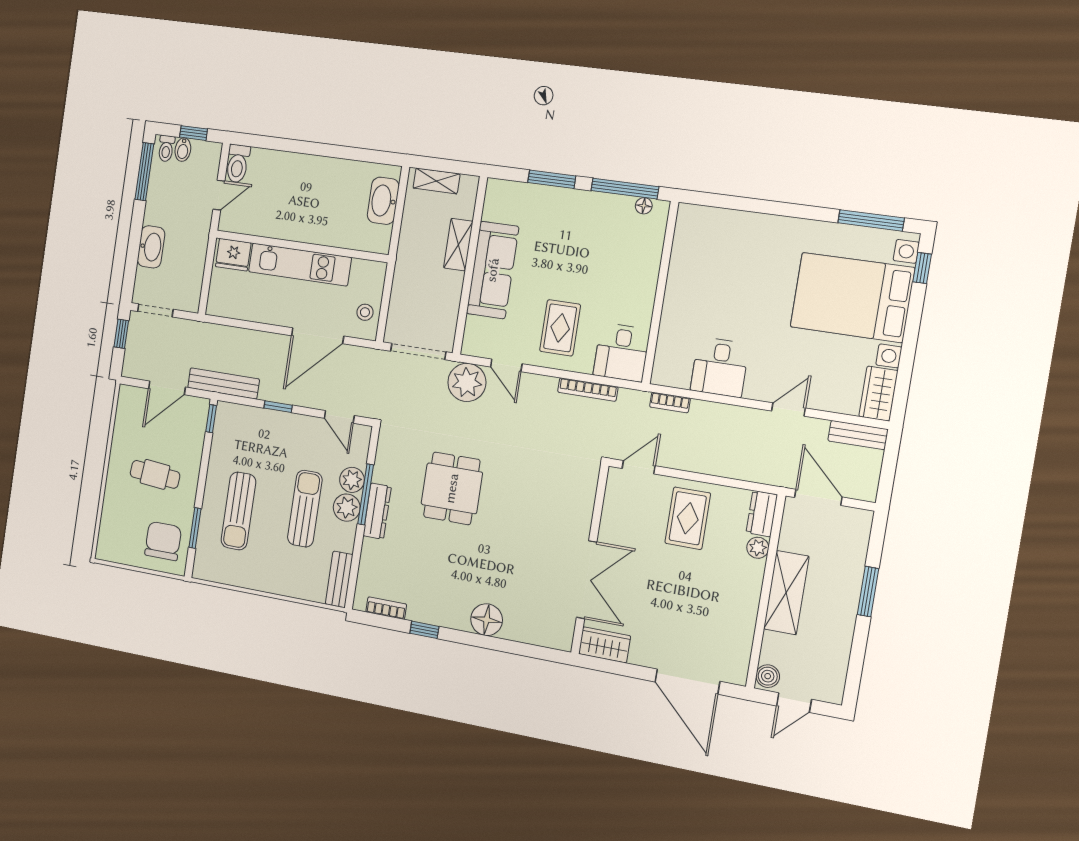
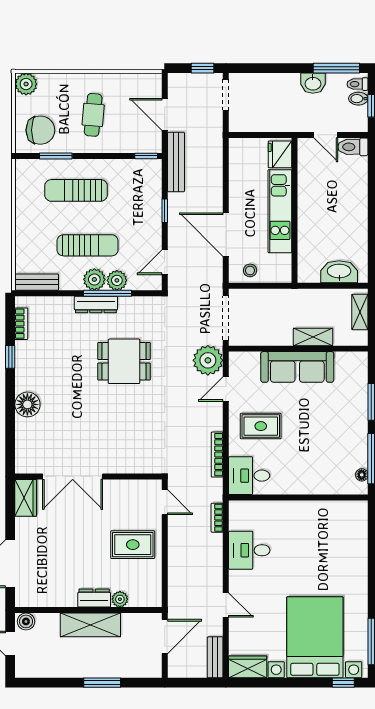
washbasin: (151, 247) -> (313, 83), moved, width x0.72
dresser: (762, 514) -> (94, 598), moved
plant: (109, 548) -> (26, 84), added

